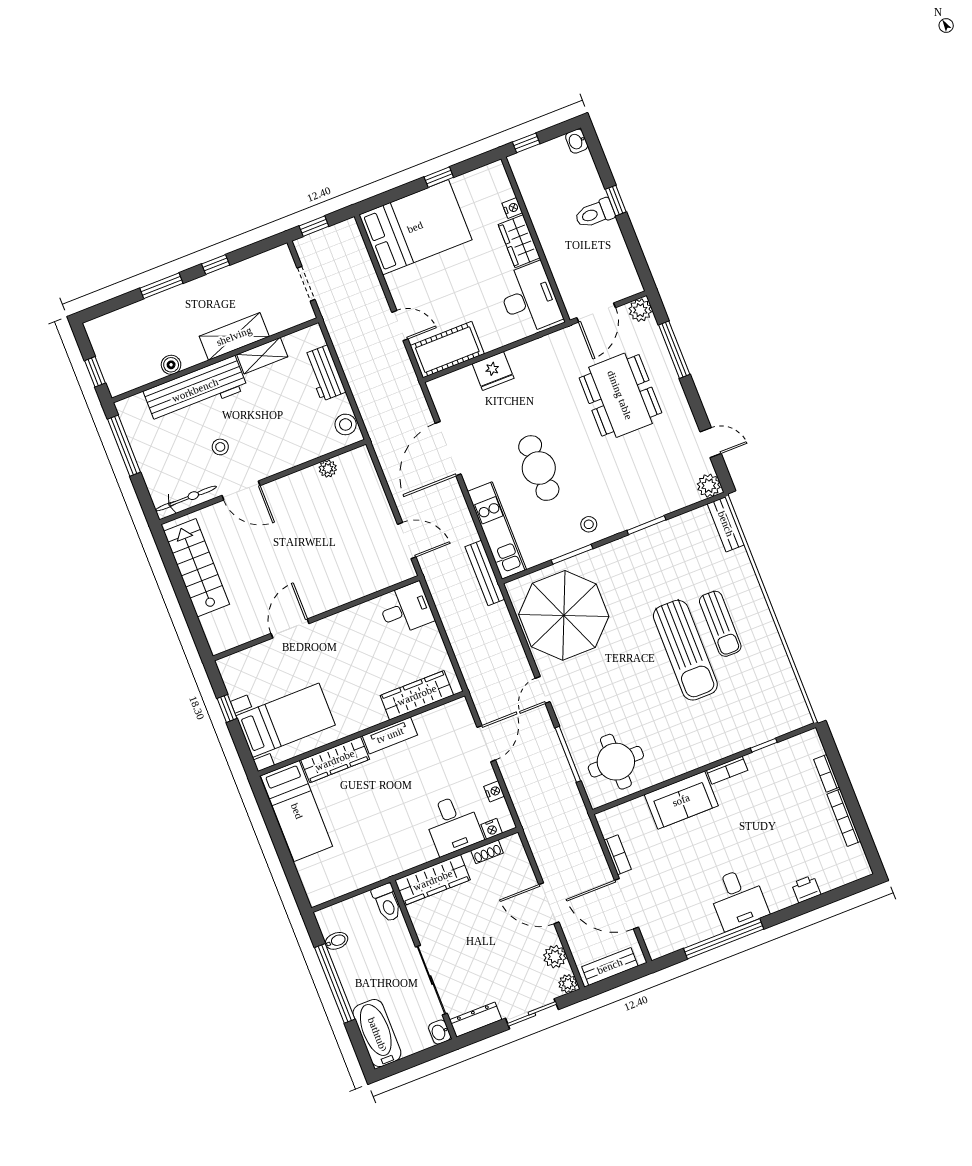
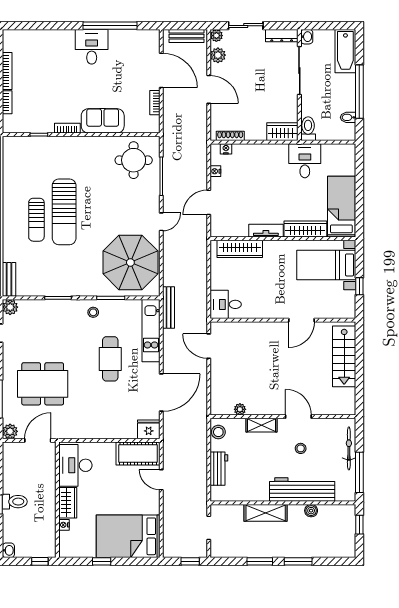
window: (216, 265) -> (260, 561), width x1.50
shelving: (262, 356) -> (261, 425), moved
fridge: (493, 371) -> (149, 429), moved
dining table: (620, 395) -> (43, 384), turned 90
bicycle: (186, 498) -> (349, 448), moved, turned 90
stairs: (197, 568) -> (344, 356), moved
sun lounger: (720, 624) -> (36, 220), turned 180
sun lounger: (685, 650) -> (64, 212), turned 180
desk: (453, 825) -> (305, 161), moved
shoe rack: (487, 852) -> (230, 136), width x1.43
wardrobe: (433, 880) -> (282, 132), width x0.67
printer: (806, 889) -> (47, 36), removed

